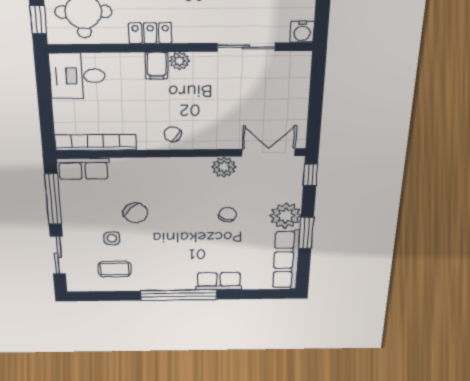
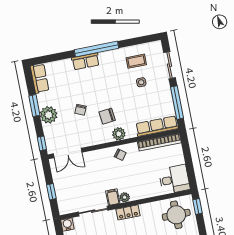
locker: (150, 33) -> (128, 212), moved
filing cabinet: (157, 66) -> (113, 197), moved
window: (316, 94) -> (51, 192), added
plant: (224, 167) -> (119, 134), moved
row of seats: (83, 169) -> (157, 126), width x1.48
chair: (136, 213) -> (107, 116), moved, turned -54
row of seats: (286, 260) -> (40, 78), width x0.68
row of seats: (219, 281) -> (86, 61), moved

